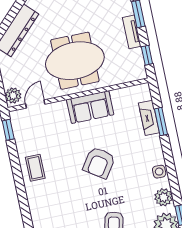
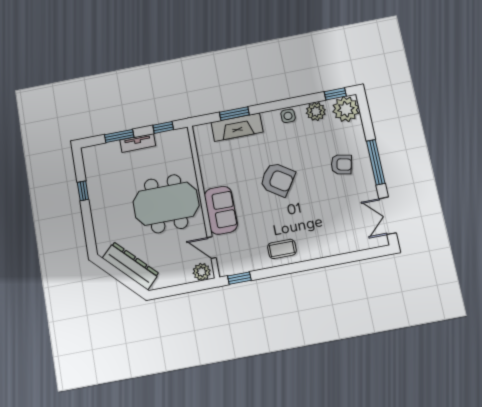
meeting table: (75, 61) -> (166, 204), turned 90
sofa: (90, 107) -> (221, 210), moved
fireplace: (149, 118) -> (237, 127), width x1.37, depth x1.32

